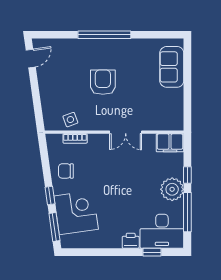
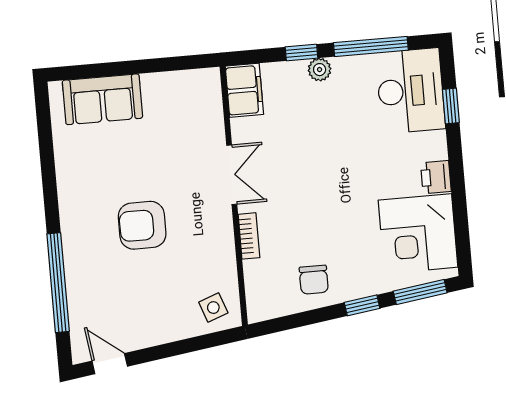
window: (104, 35) -> (58, 283), moved
side table: (70, 120) -> (213, 308), moved
bookcase: (75, 139) -> (249, 236), moved
plant: (172, 189) -> (320, 70), width x0.53, depth x0.53
corner desk: (76, 213) -> (418, 234), moved, turned -82
printer: (131, 241) -> (436, 177), moved

